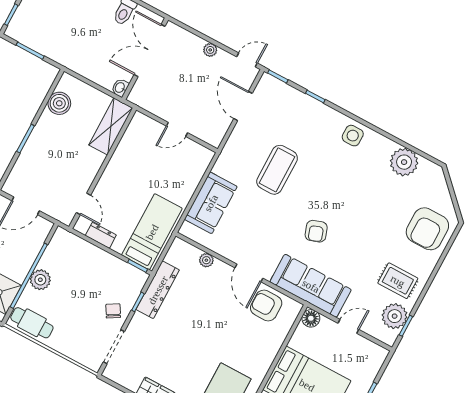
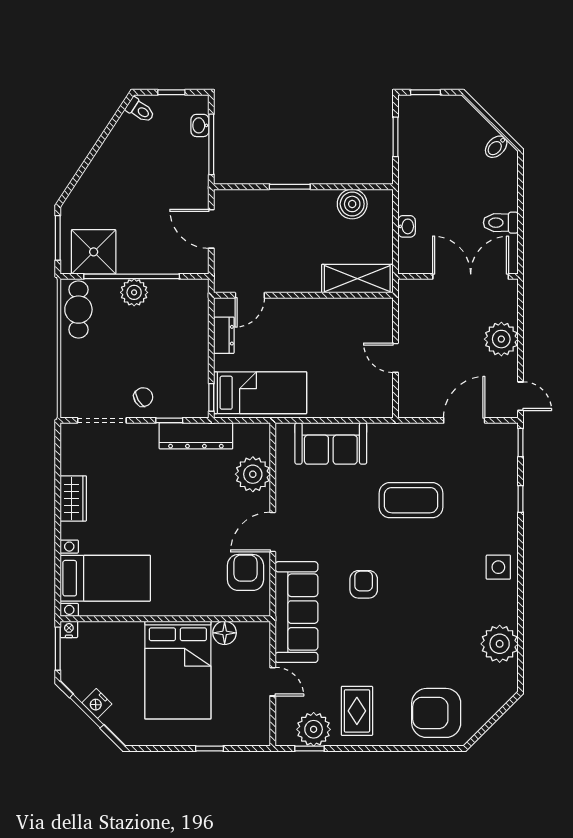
plant: (210, 50) -> (501, 339), width x1.87, depth x1.87
washbasin: (120, 88) -> (407, 226), moved, turned 90
armchair: (316, 231) -> (364, 584), turned 109
plant: (206, 260) -> (253, 474), width x1.88, depth x1.88
floor lamp: (311, 318) -> (225, 633), moved

